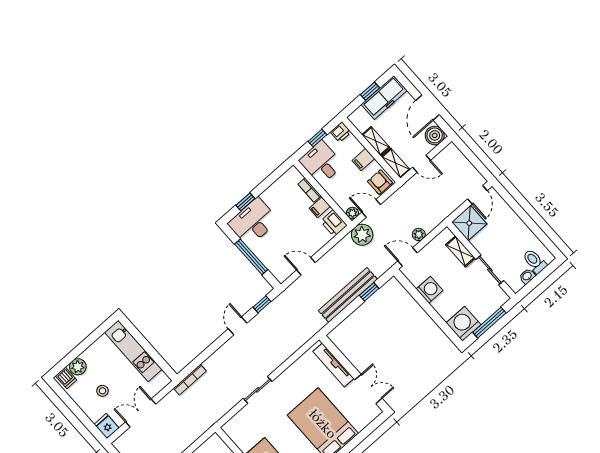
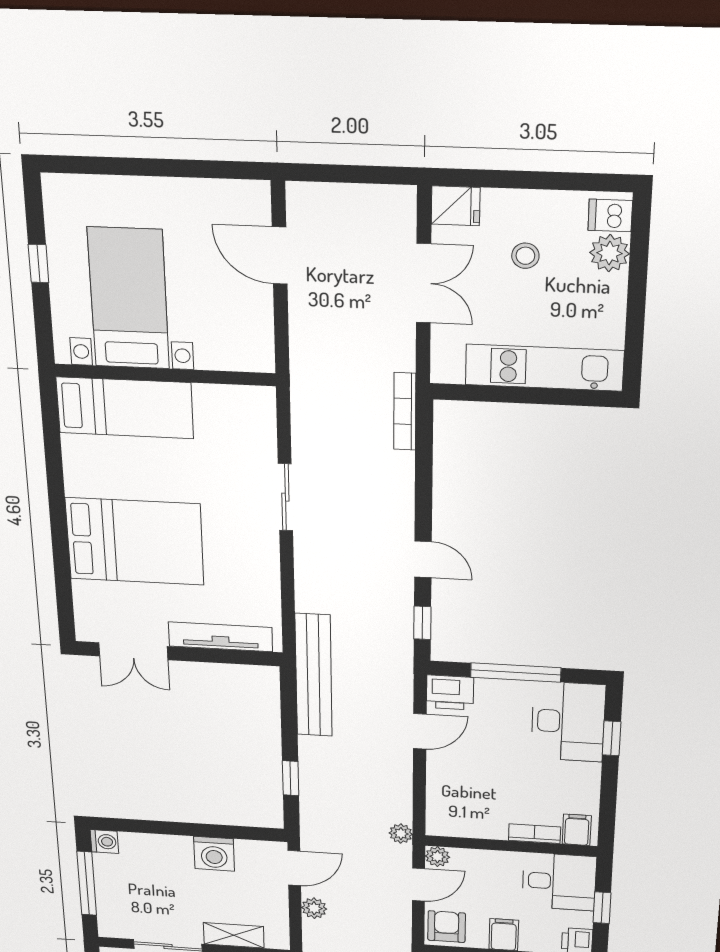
armchair: (380, 182) -> (447, 927), turned -90
filing cabinet: (320, 207) -> (577, 830), moved
printer: (334, 223) -> (450, 692), moved, turned 180
plant: (362, 235) -> (401, 834), width x0.53, depth x0.53
bench: (348, 295) -> (314, 675), moved
washing machine: (463, 324) -> (104, 842), width x0.53, depth x0.53

